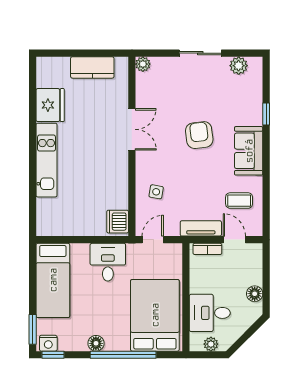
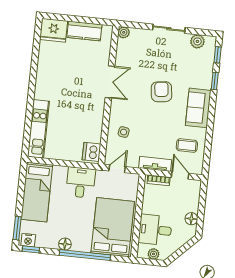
window: (266, 80) -> (218, 55), added
fridge: (50, 105) -> (54, 30), moved, turned 90
kitchen unit: (46, 160) -> (38, 129), moved

